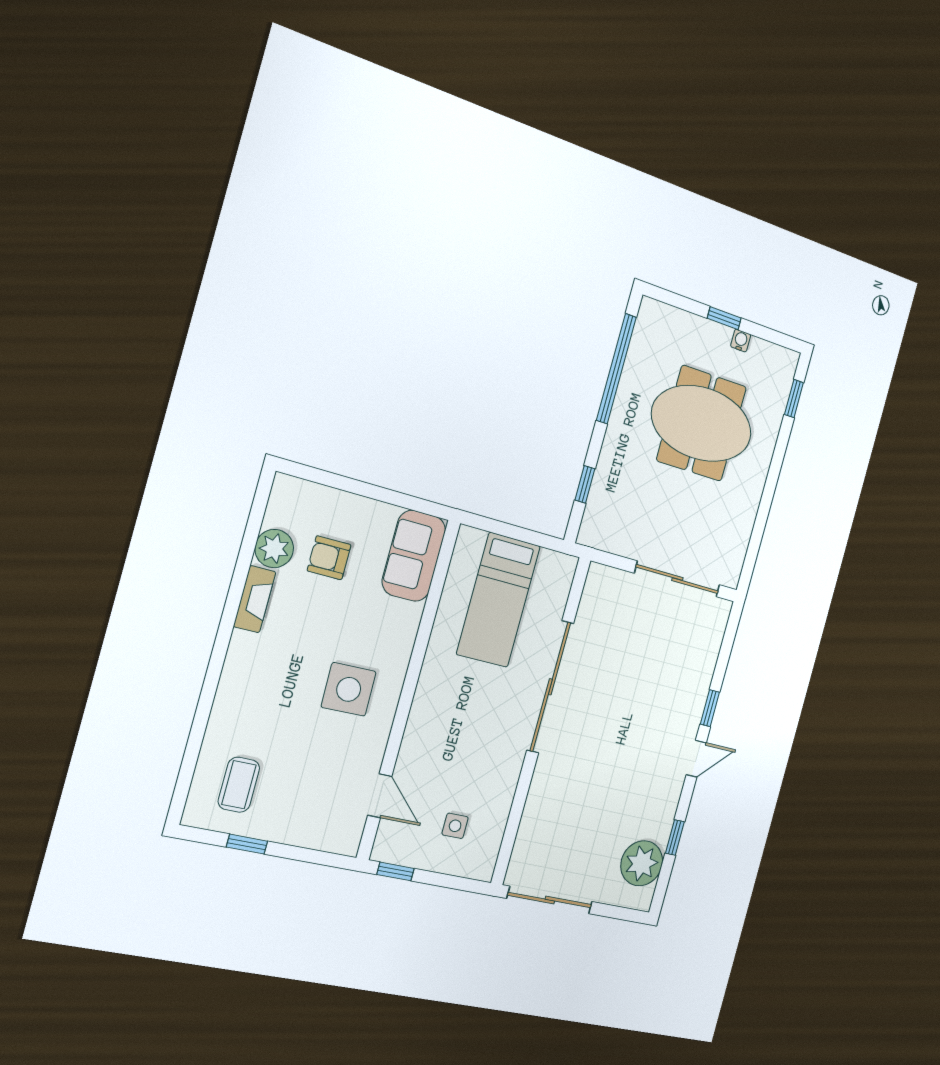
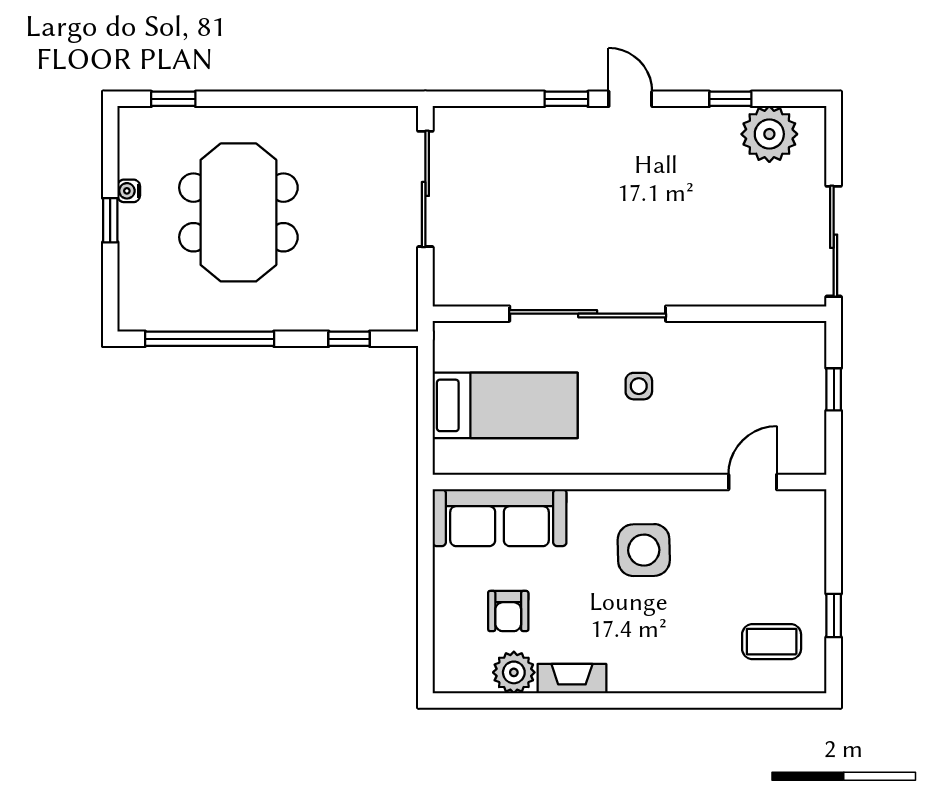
sofa: (414, 556) -> (500, 518), width x1.36
side table: (455, 826) -> (639, 386), moved
window: (395, 872) -> (834, 389), moved

